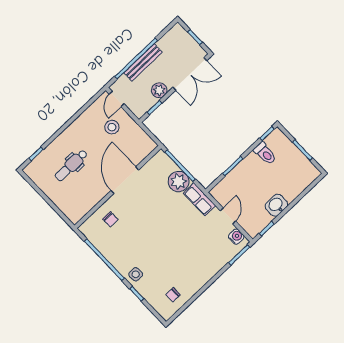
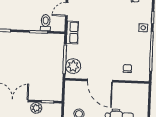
toilet: (265, 153) -> (46, 23), moved
door: (125, 180) -> (100, 81), hinge flipped
plant: (179, 181) -> (73, 66), moved

